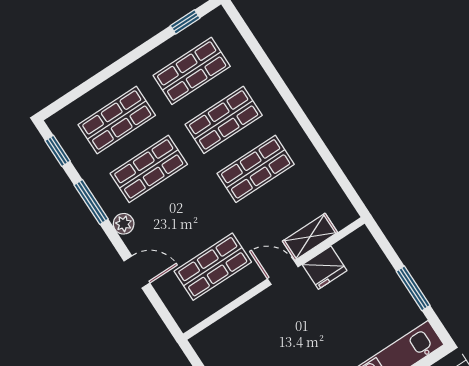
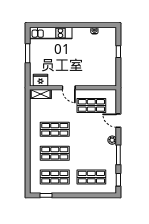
shop shelf: (149, 169) -> (91, 153), removed
shelving: (310, 237) -> (41, 94), moved
fridge: (325, 268) -> (40, 80), moved

